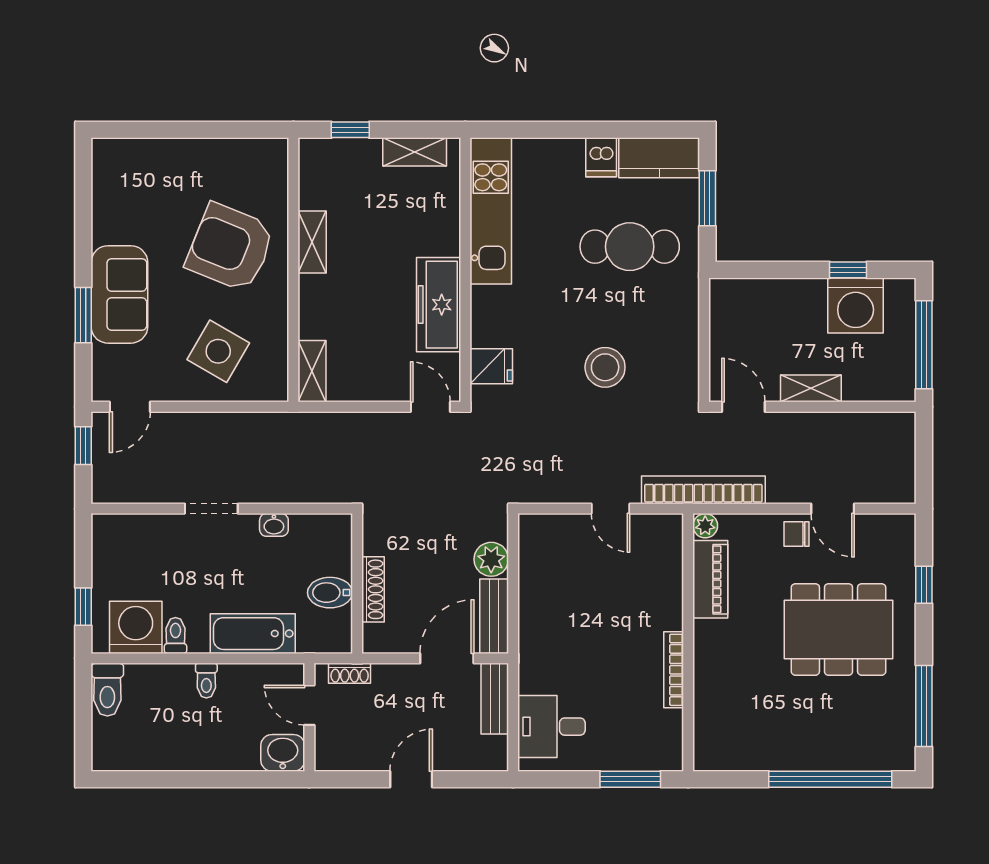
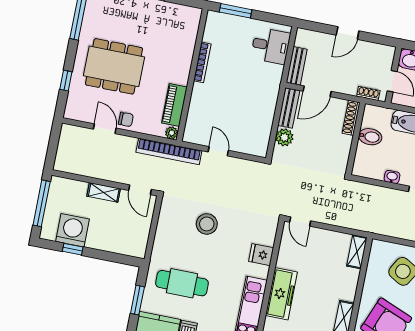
freezer: (439, 305) -> (281, 294), moved
fridge: (491, 366) -> (261, 255), moved
shoe rack: (373, 589) -> (351, 118), moved

